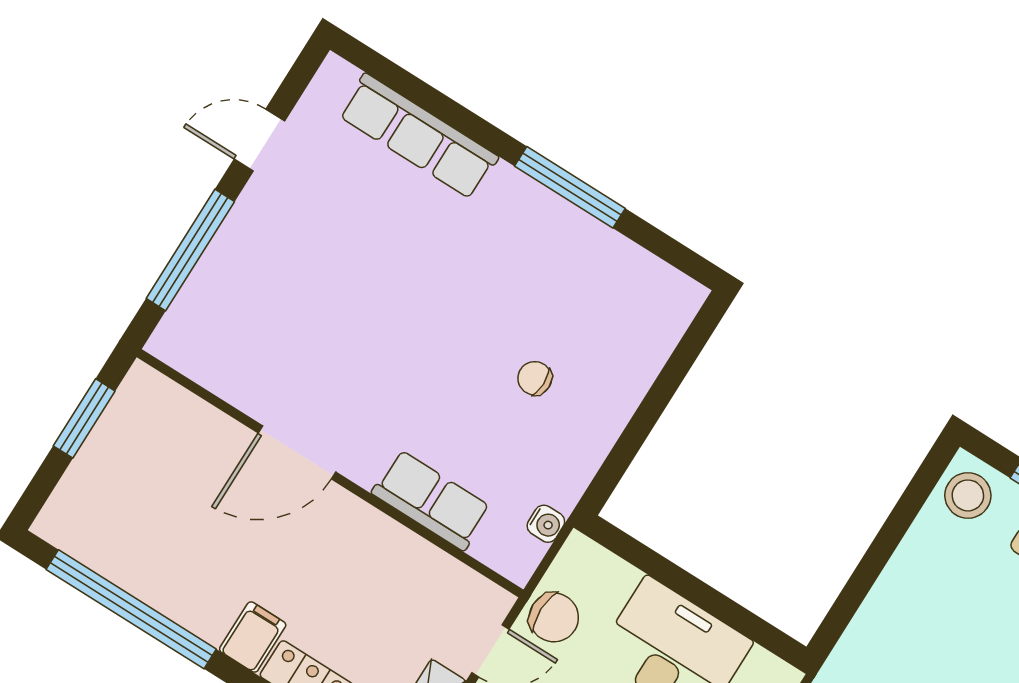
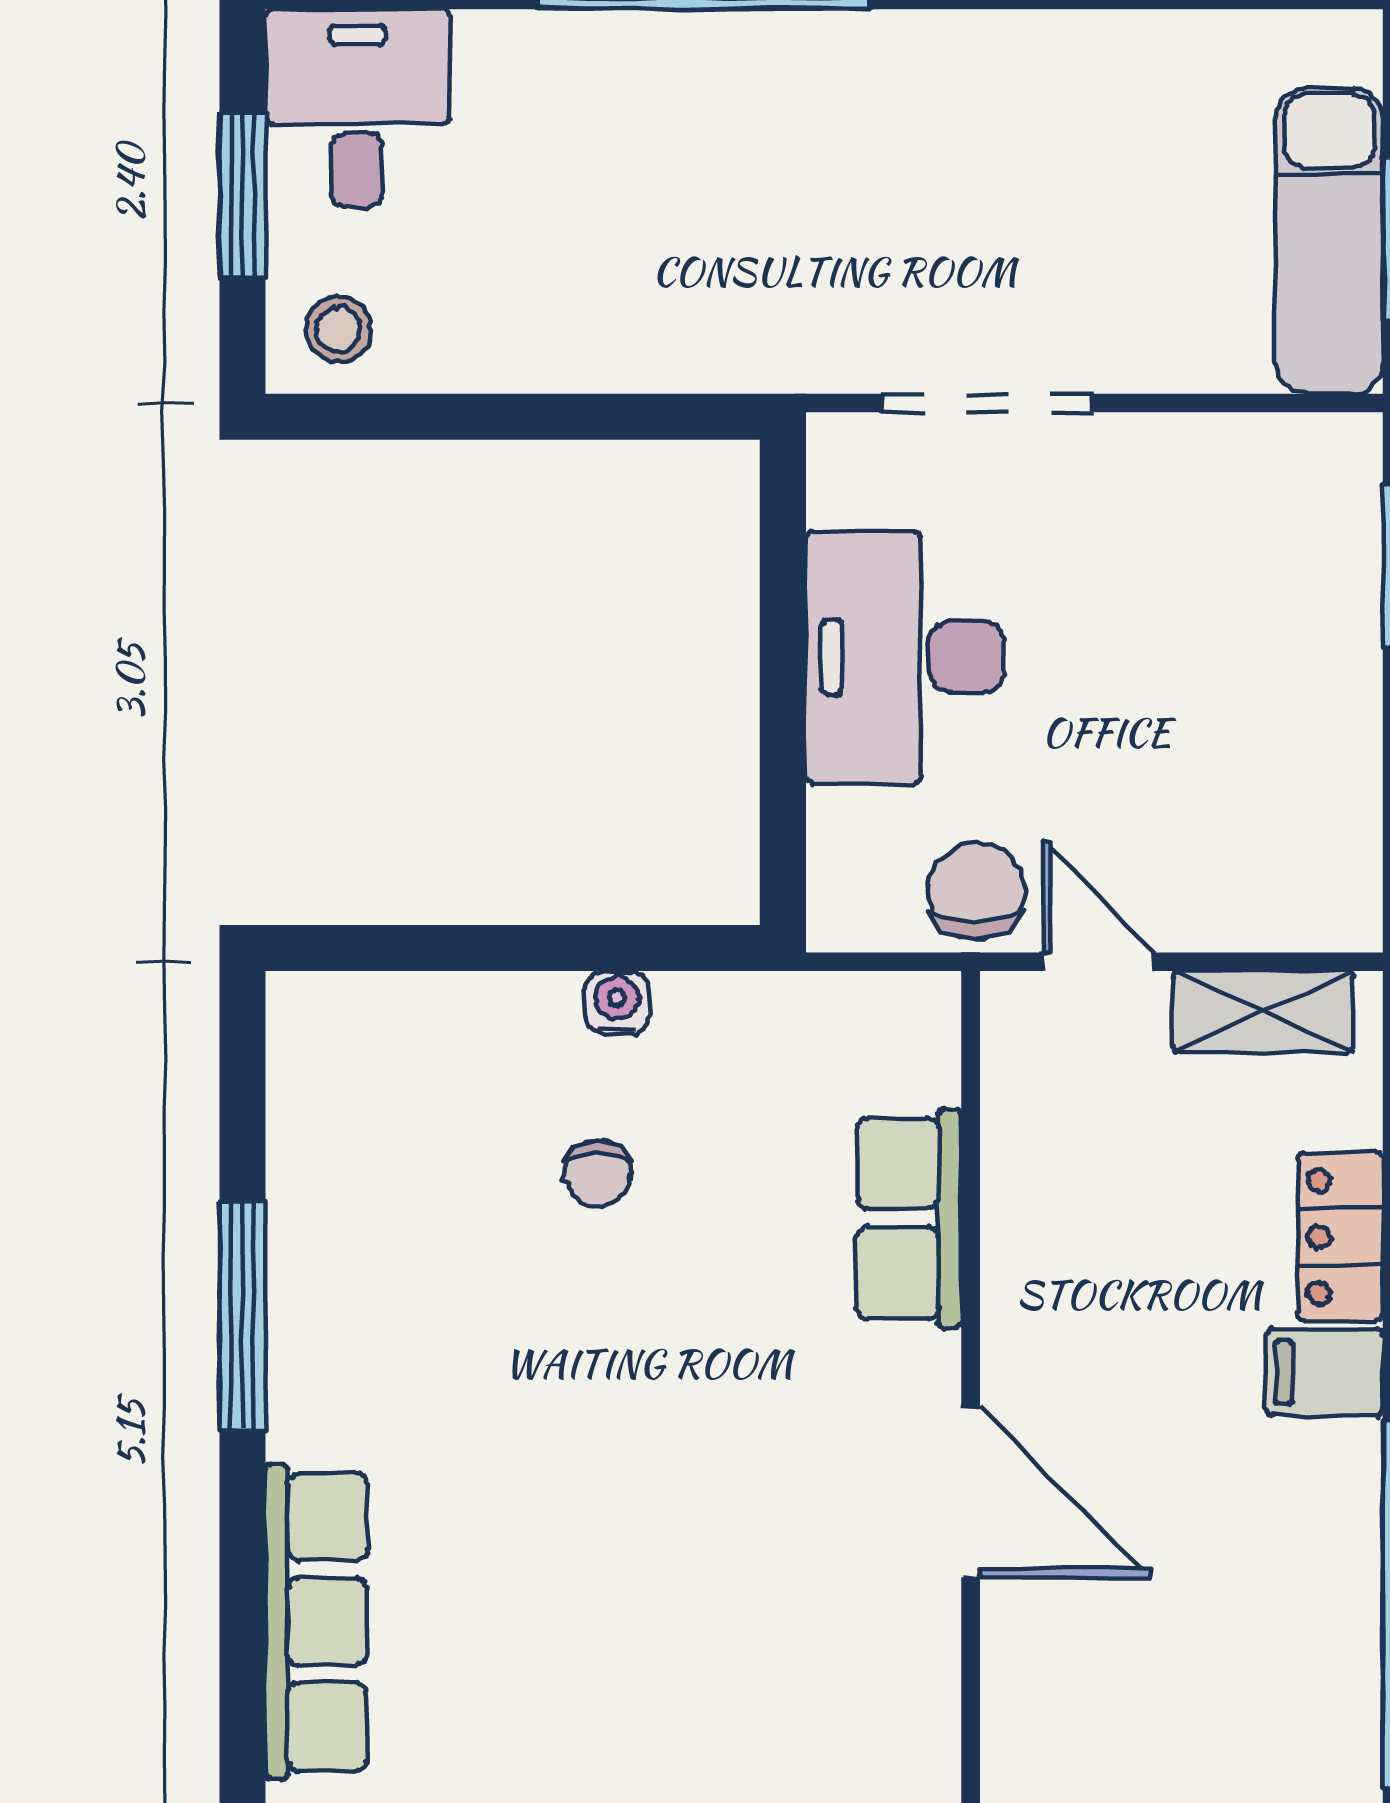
stool: (968, 495) -> (338, 329), width x0.73, depth x0.73
water cooler: (546, 524) -> (617, 1003), moved

